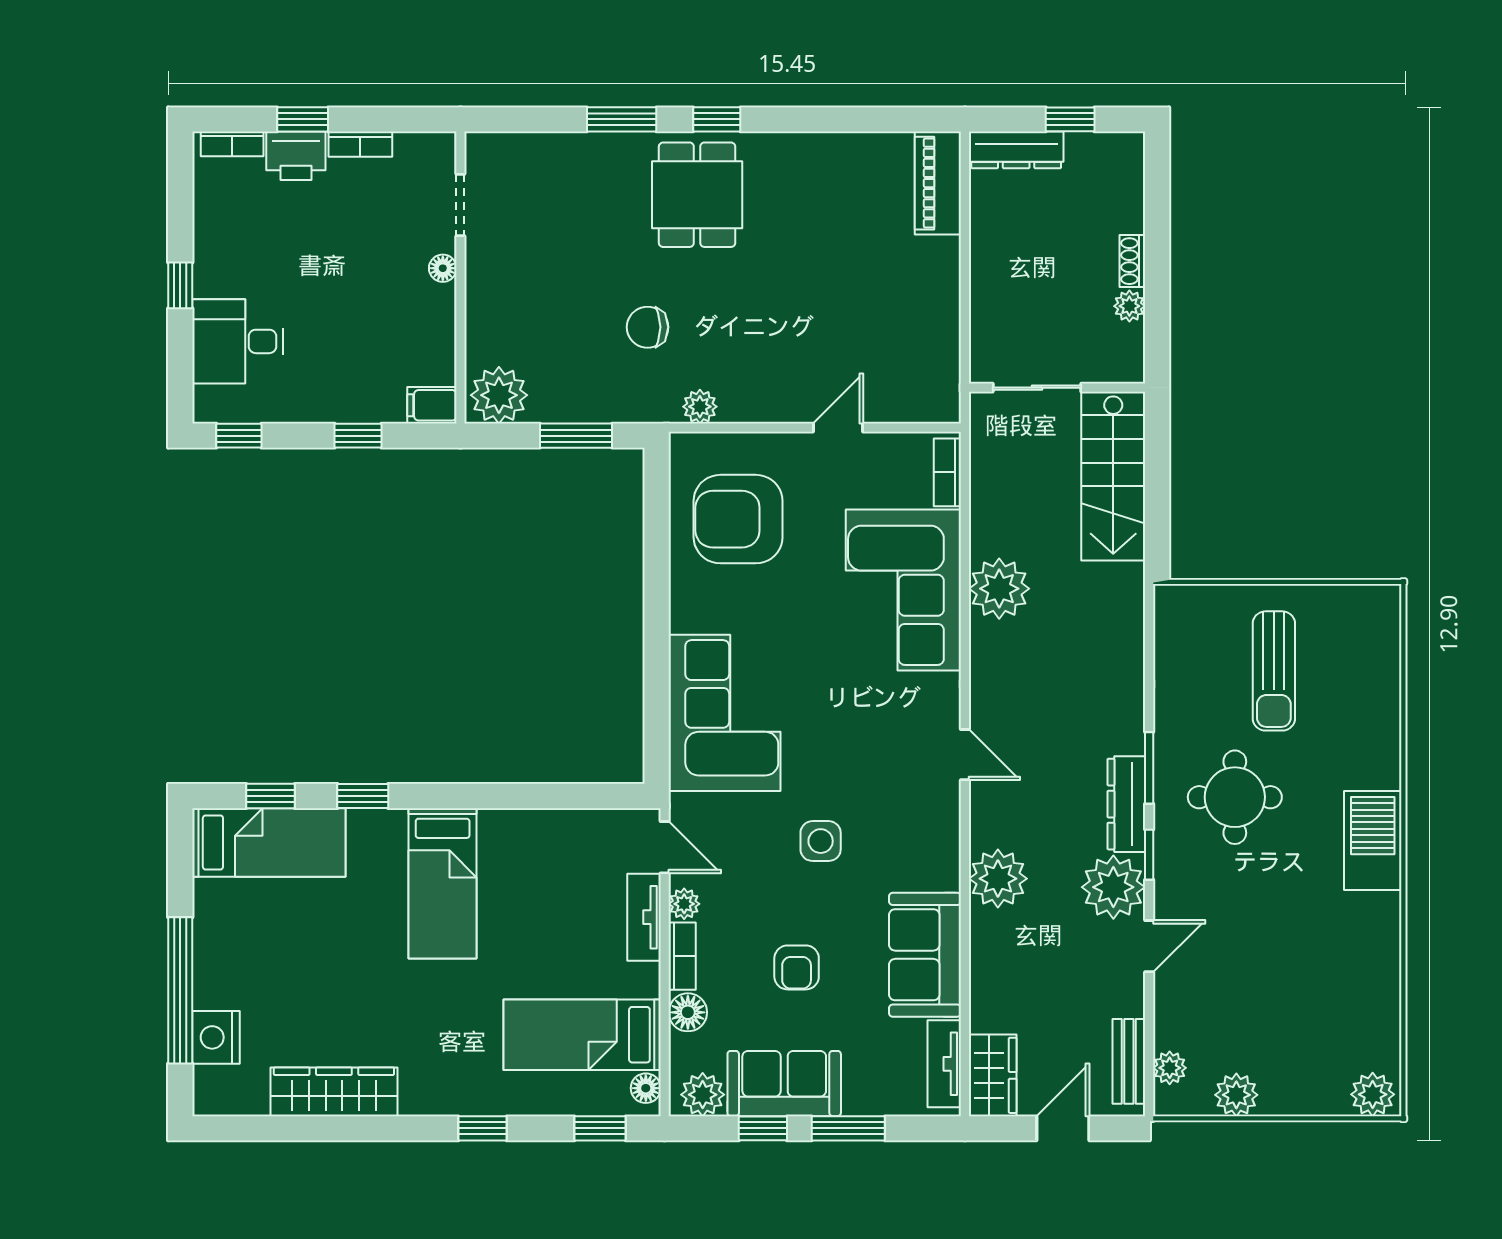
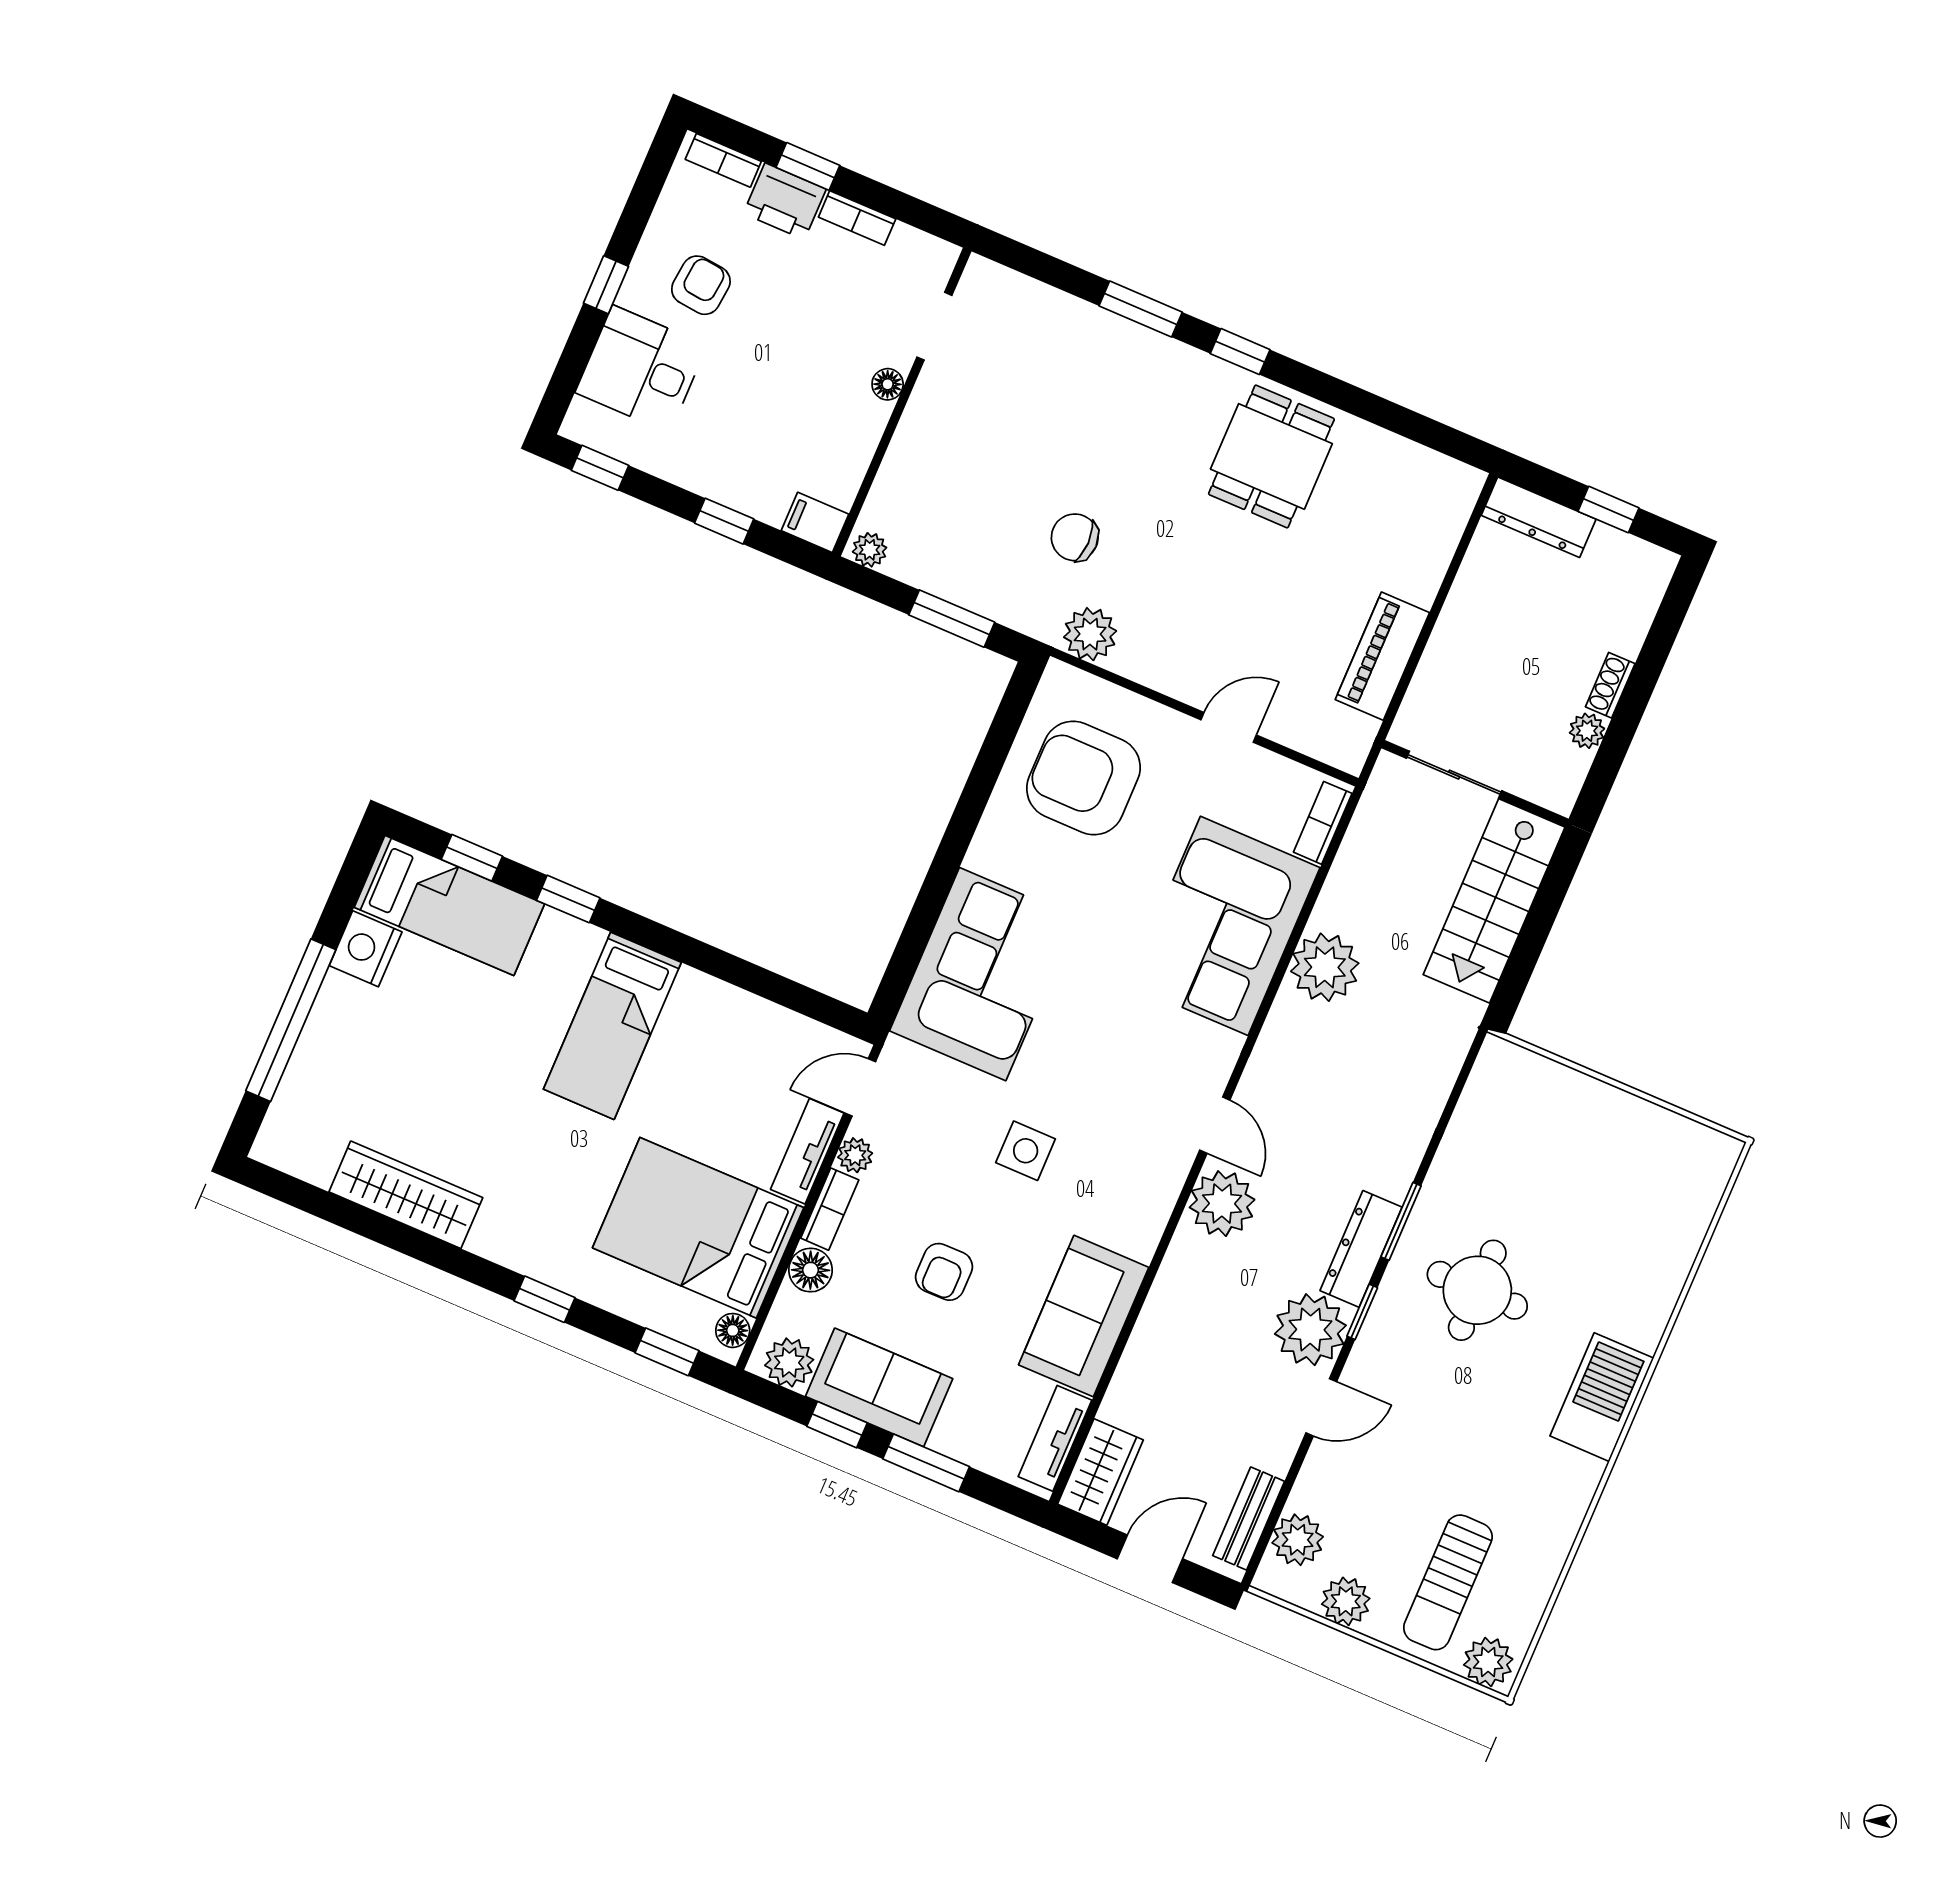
piano: (938, 183) -> (1382, 656), moved
dining table: (697, 195) -> (1271, 456), moved
armchair: (257, 253) -> (701, 285), added
plant: (499, 395) -> (870, 550), width x0.53, depth x0.53
plant: (700, 407) -> (1090, 634), width x1.38, depth x1.38
sun lounger: (1274, 671) -> (1448, 1582), moved
door: (665, 847) -> (860, 1087), swing flipped
plant: (998, 879) -> (1222, 1204), moved
bed: (582, 1035) -> (698, 1228), width x1.50
nightstand: (216, 1037) -> (366, 949), moved
plant: (1170, 1068) -> (1298, 1540), width x1.38, depth x1.38

